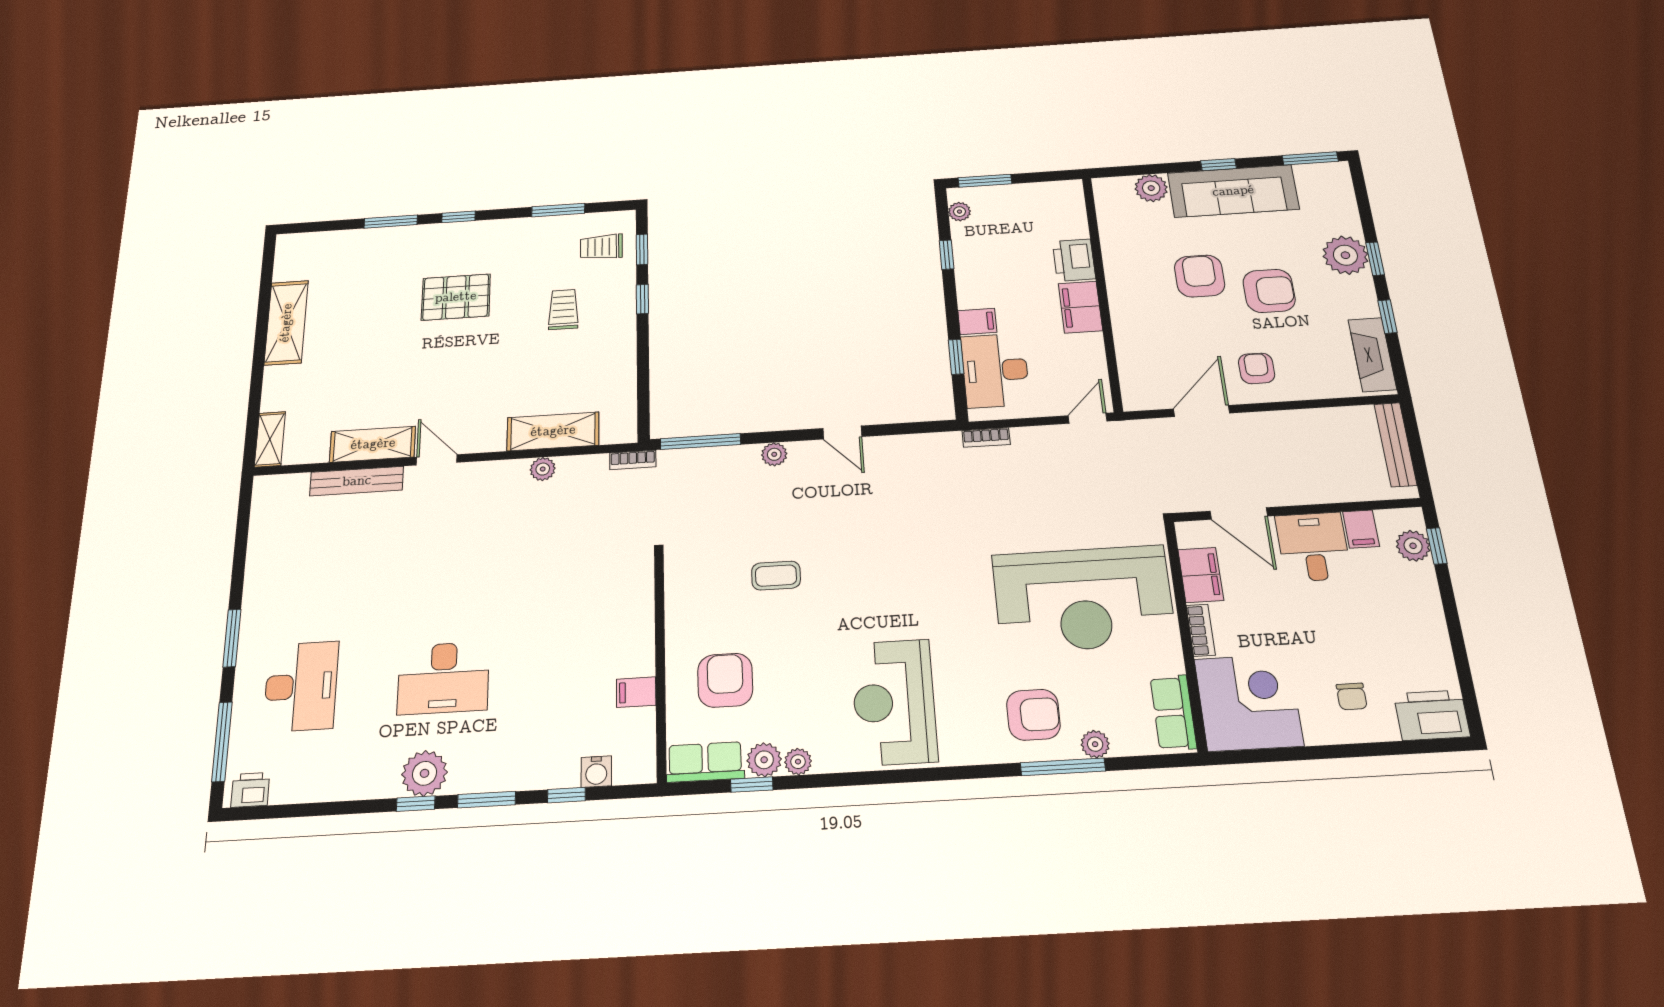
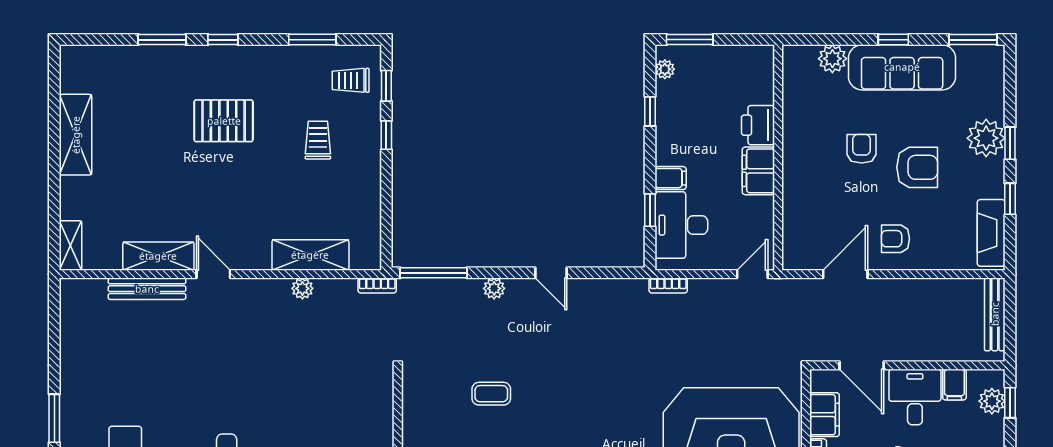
armchair: (1200, 276) -> (862, 149), width x0.72, depth x0.72
armchair: (1257, 368) -> (895, 239), turned -90

